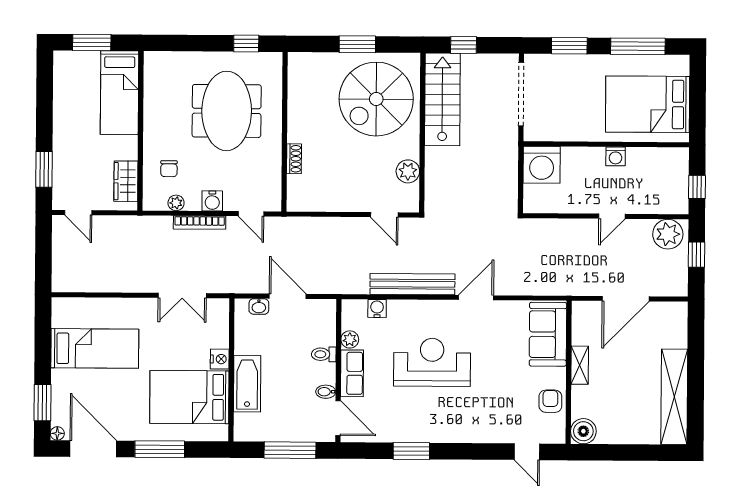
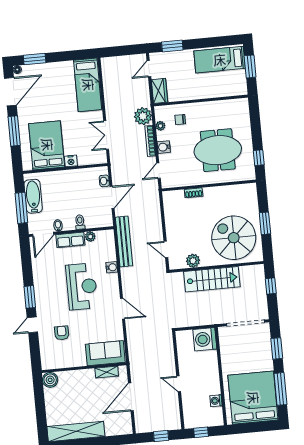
bed: (119, 93) -> (220, 60), moved
stairs: (442, 99) -> (212, 279), moved
bed: (648, 104) -> (253, 398), width x1.36
washing machine: (616, 156) -> (216, 401), moved
wardrobe: (126, 181) -> (159, 91), moved, turned 90
door: (384, 215) -> (166, 249), hinge flipped
plant: (668, 234) -> (143, 116), moved
bench: (412, 284) -> (124, 241), moved
door: (626, 299) -> (131, 397), hinge flipped
water cooler: (377, 308) -> (112, 267), moved
bed: (95, 348) -> (88, 85), moved
shelving: (580, 365) -> (107, 372), moved
bathtub: (247, 384) -> (33, 196), moved, turned -90
armchair: (550, 401) -> (62, 333), moved, turned -90
window: (411, 451) -> (30, 297), moved
door: (527, 452) -> (32, 325), moved

